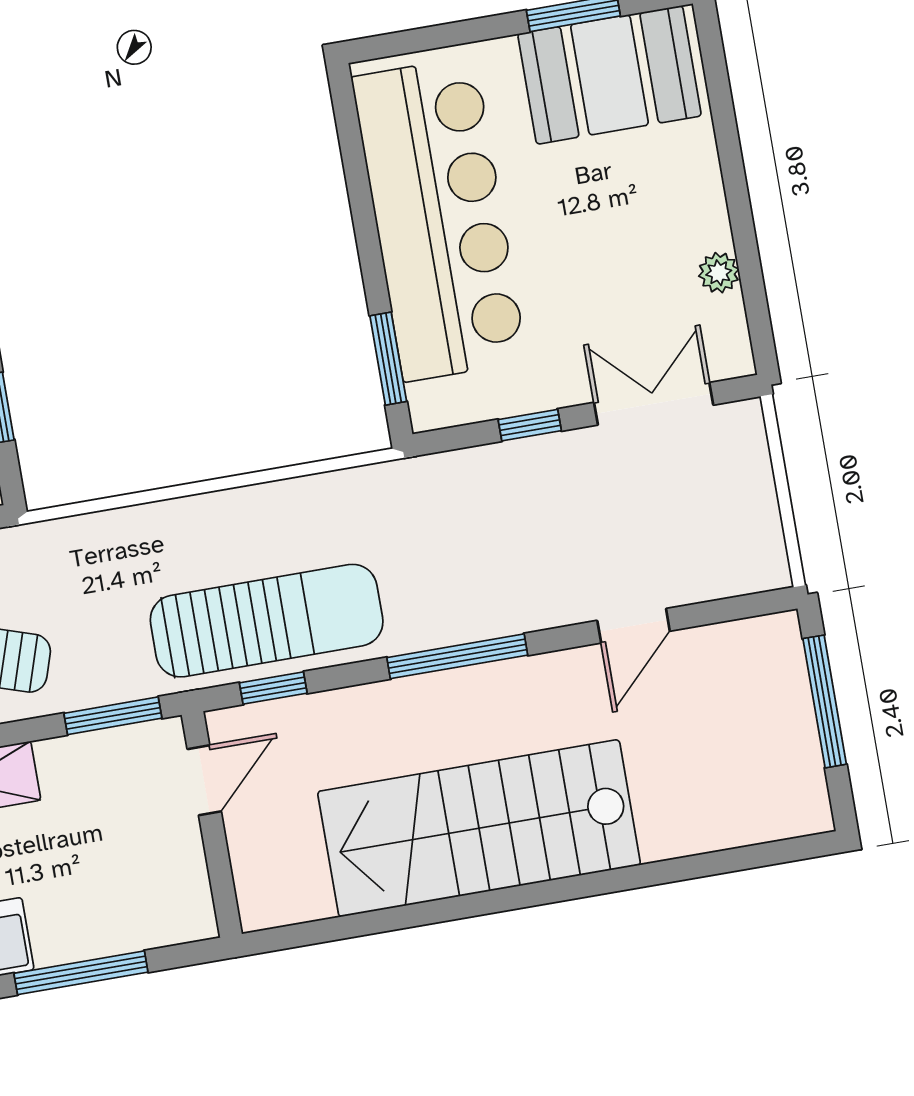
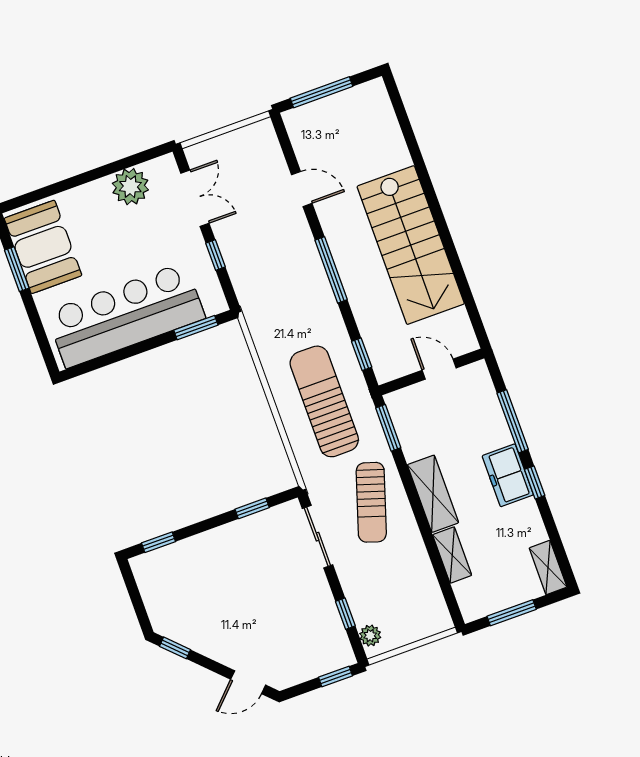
plant: (719, 273) -> (130, 187), width x1.88, depth x1.88
double door: (654, 404) -> (195, 198), swing flipped
sun lounger: (267, 621) -> (324, 401), moved
door: (204, 780) -> (439, 369), moved

